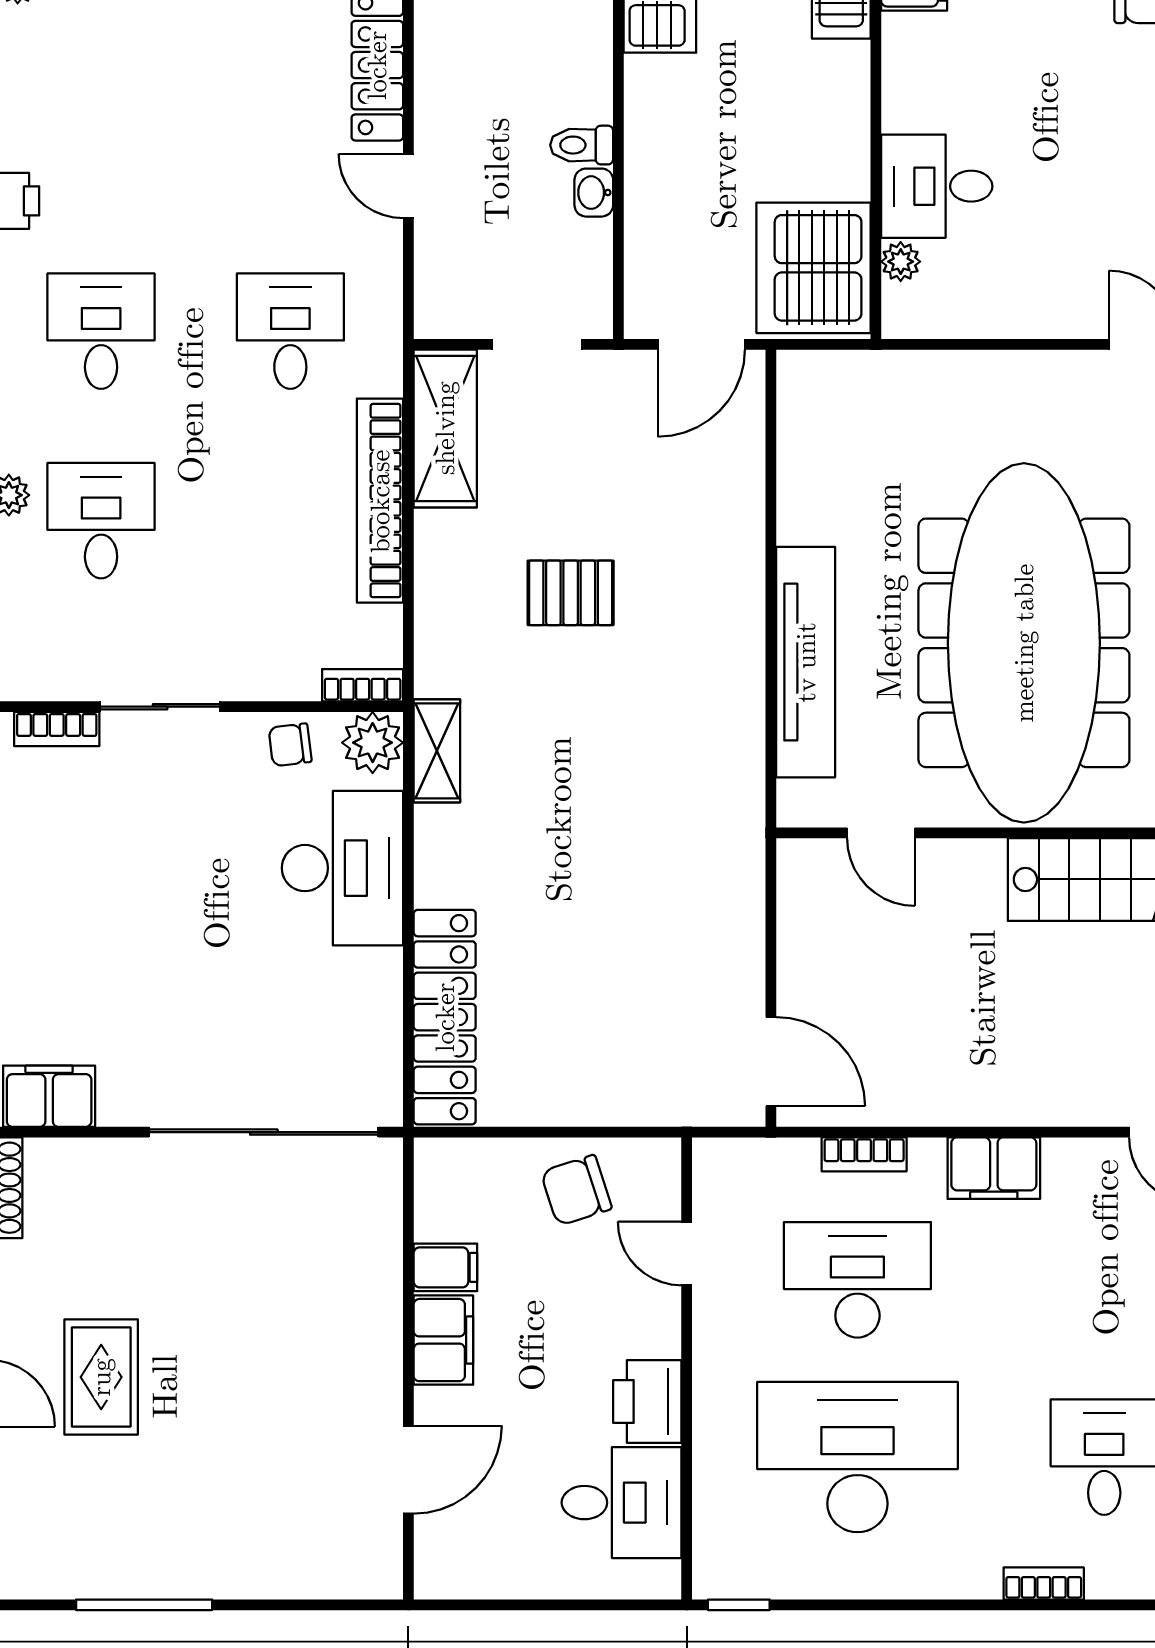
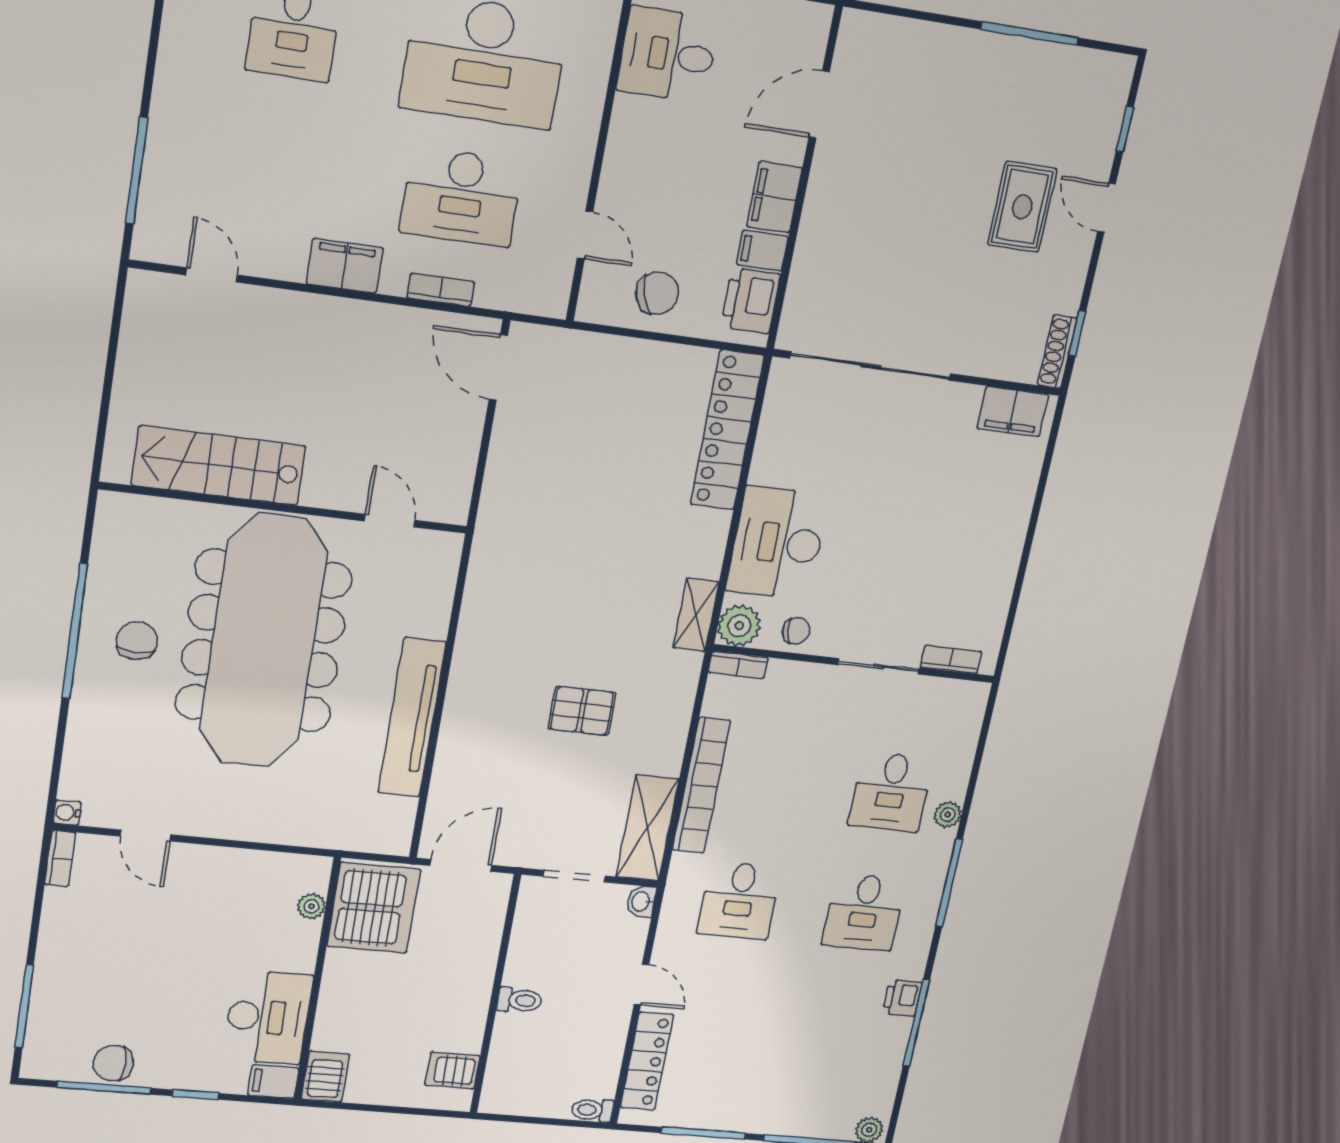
desk: (937, 186) -> (268, 1017), moved, width x1.37
washbasin: (594, 193) -> (641, 902), moved, turned 180
tv unit: (806, 662) -> (412, 718), moved
printer: (647, 1402) -> (751, 301), moved, turned 180

